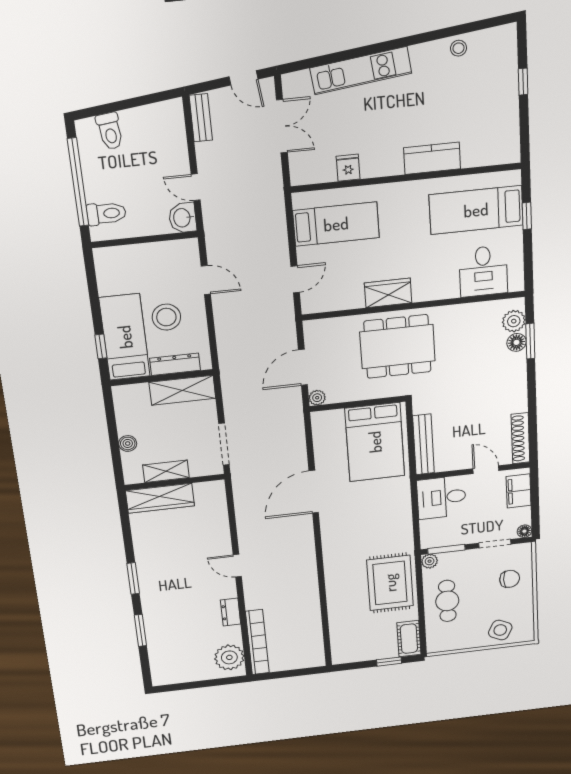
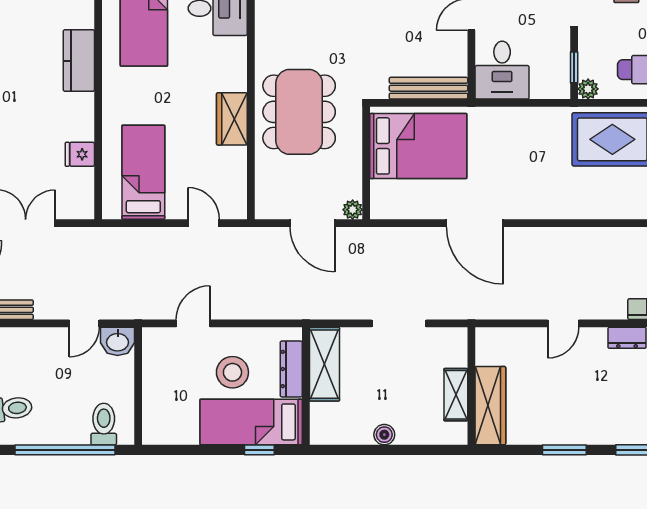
shelving: (166, 471) -> (456, 395), moved
wall: (175, 482) -> (471, 386), moved
wardrobe: (160, 498) -> (490, 406), moved
window: (446, 549) -> (574, 67), width x0.67

